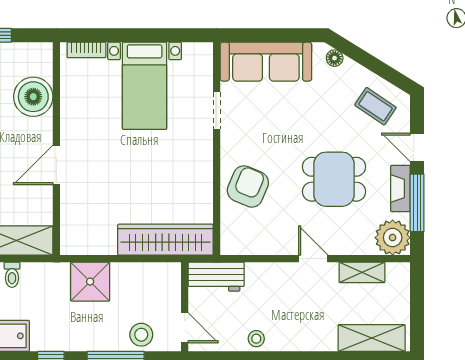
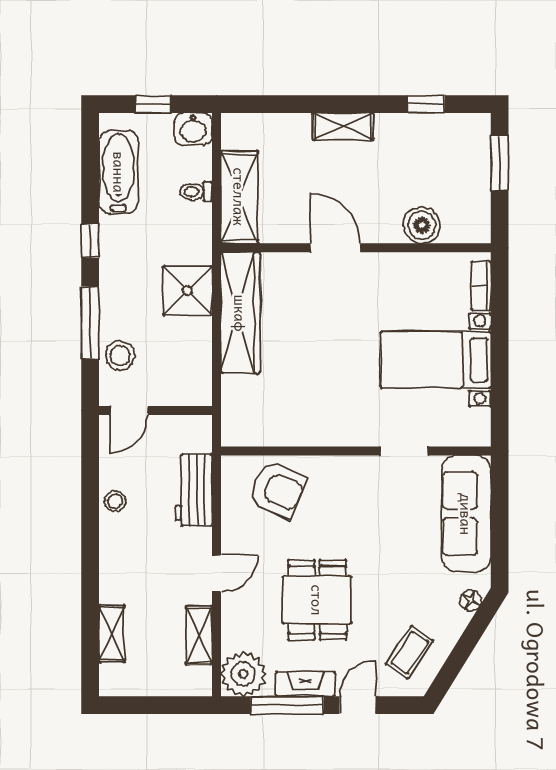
boiler: (33, 97) -> (422, 225), width x0.73, depth x0.73
armchair: (248, 186) -> (278, 489), moved
wardrobe: (165, 240) -> (240, 313), moved
workbench: (216, 277) -> (194, 490), moved
shelving: (372, 338) -> (112, 633), width x0.67, depth x0.75

